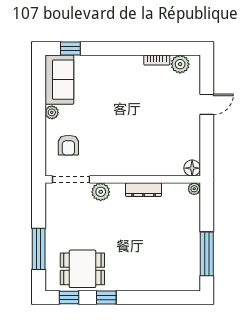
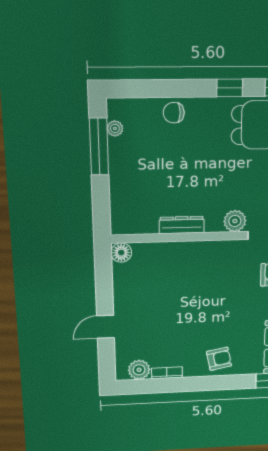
armchair: (113, 71) -> (219, 359), added
plant: (194, 189) -> (115, 128), moved
chair: (149, 279) -> (174, 113), added

